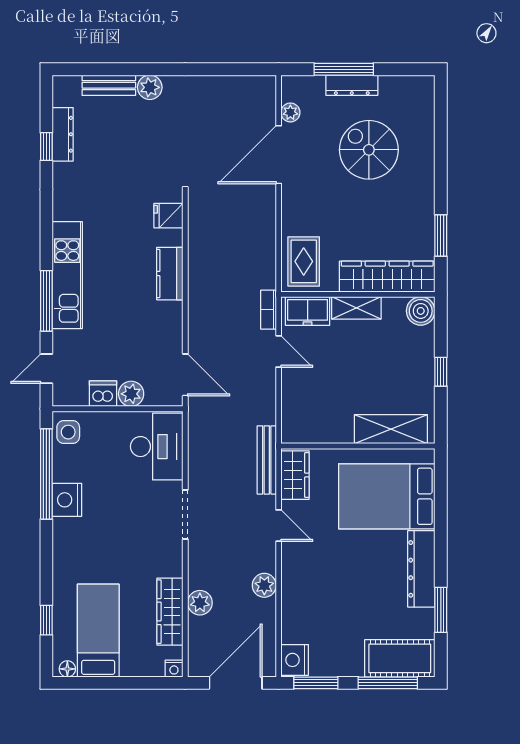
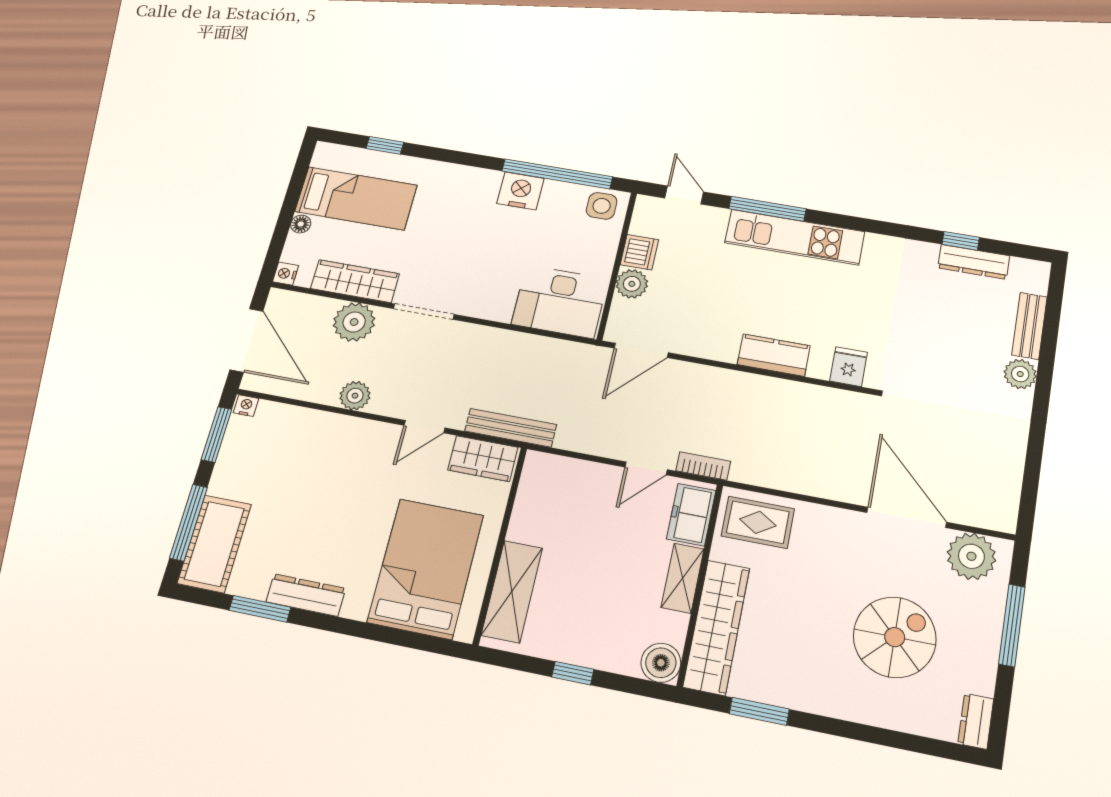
dresser: (352, 85) -> (976, 721), moved, width x0.70
plant: (290, 112) -> (971, 556), width x1.88, depth x1.88
doorway: (185, 514) -> (424, 312), moved
dresser: (421, 569) -> (306, 595), width x0.73, depth x0.80
plant: (200, 603) -> (354, 322), width x1.36, depth x1.36
nightstand: (295, 660) -> (246, 406), width x0.53, depth x0.56
floor lamp: (67, 669) -> (301, 224), moved

